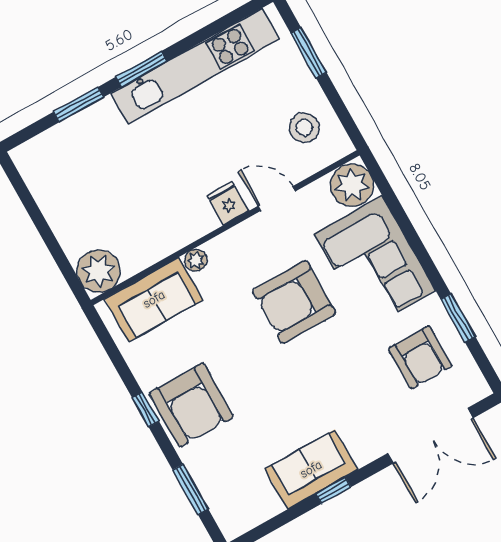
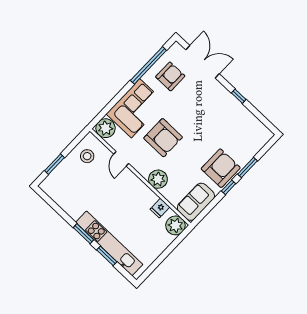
kitchen unit: (195, 66) -> (109, 243), moved
fridge: (228, 203) -> (160, 208), moved
plant: (196, 260) -> (158, 179), width x1.88, depth x1.88
sofa: (154, 299) -> (196, 202), moved, turned -90
window: (458, 318) -> (148, 65), width x2.11
sofa: (311, 469) -> (233, 108), removed
window: (190, 489) -> (247, 167), moved

